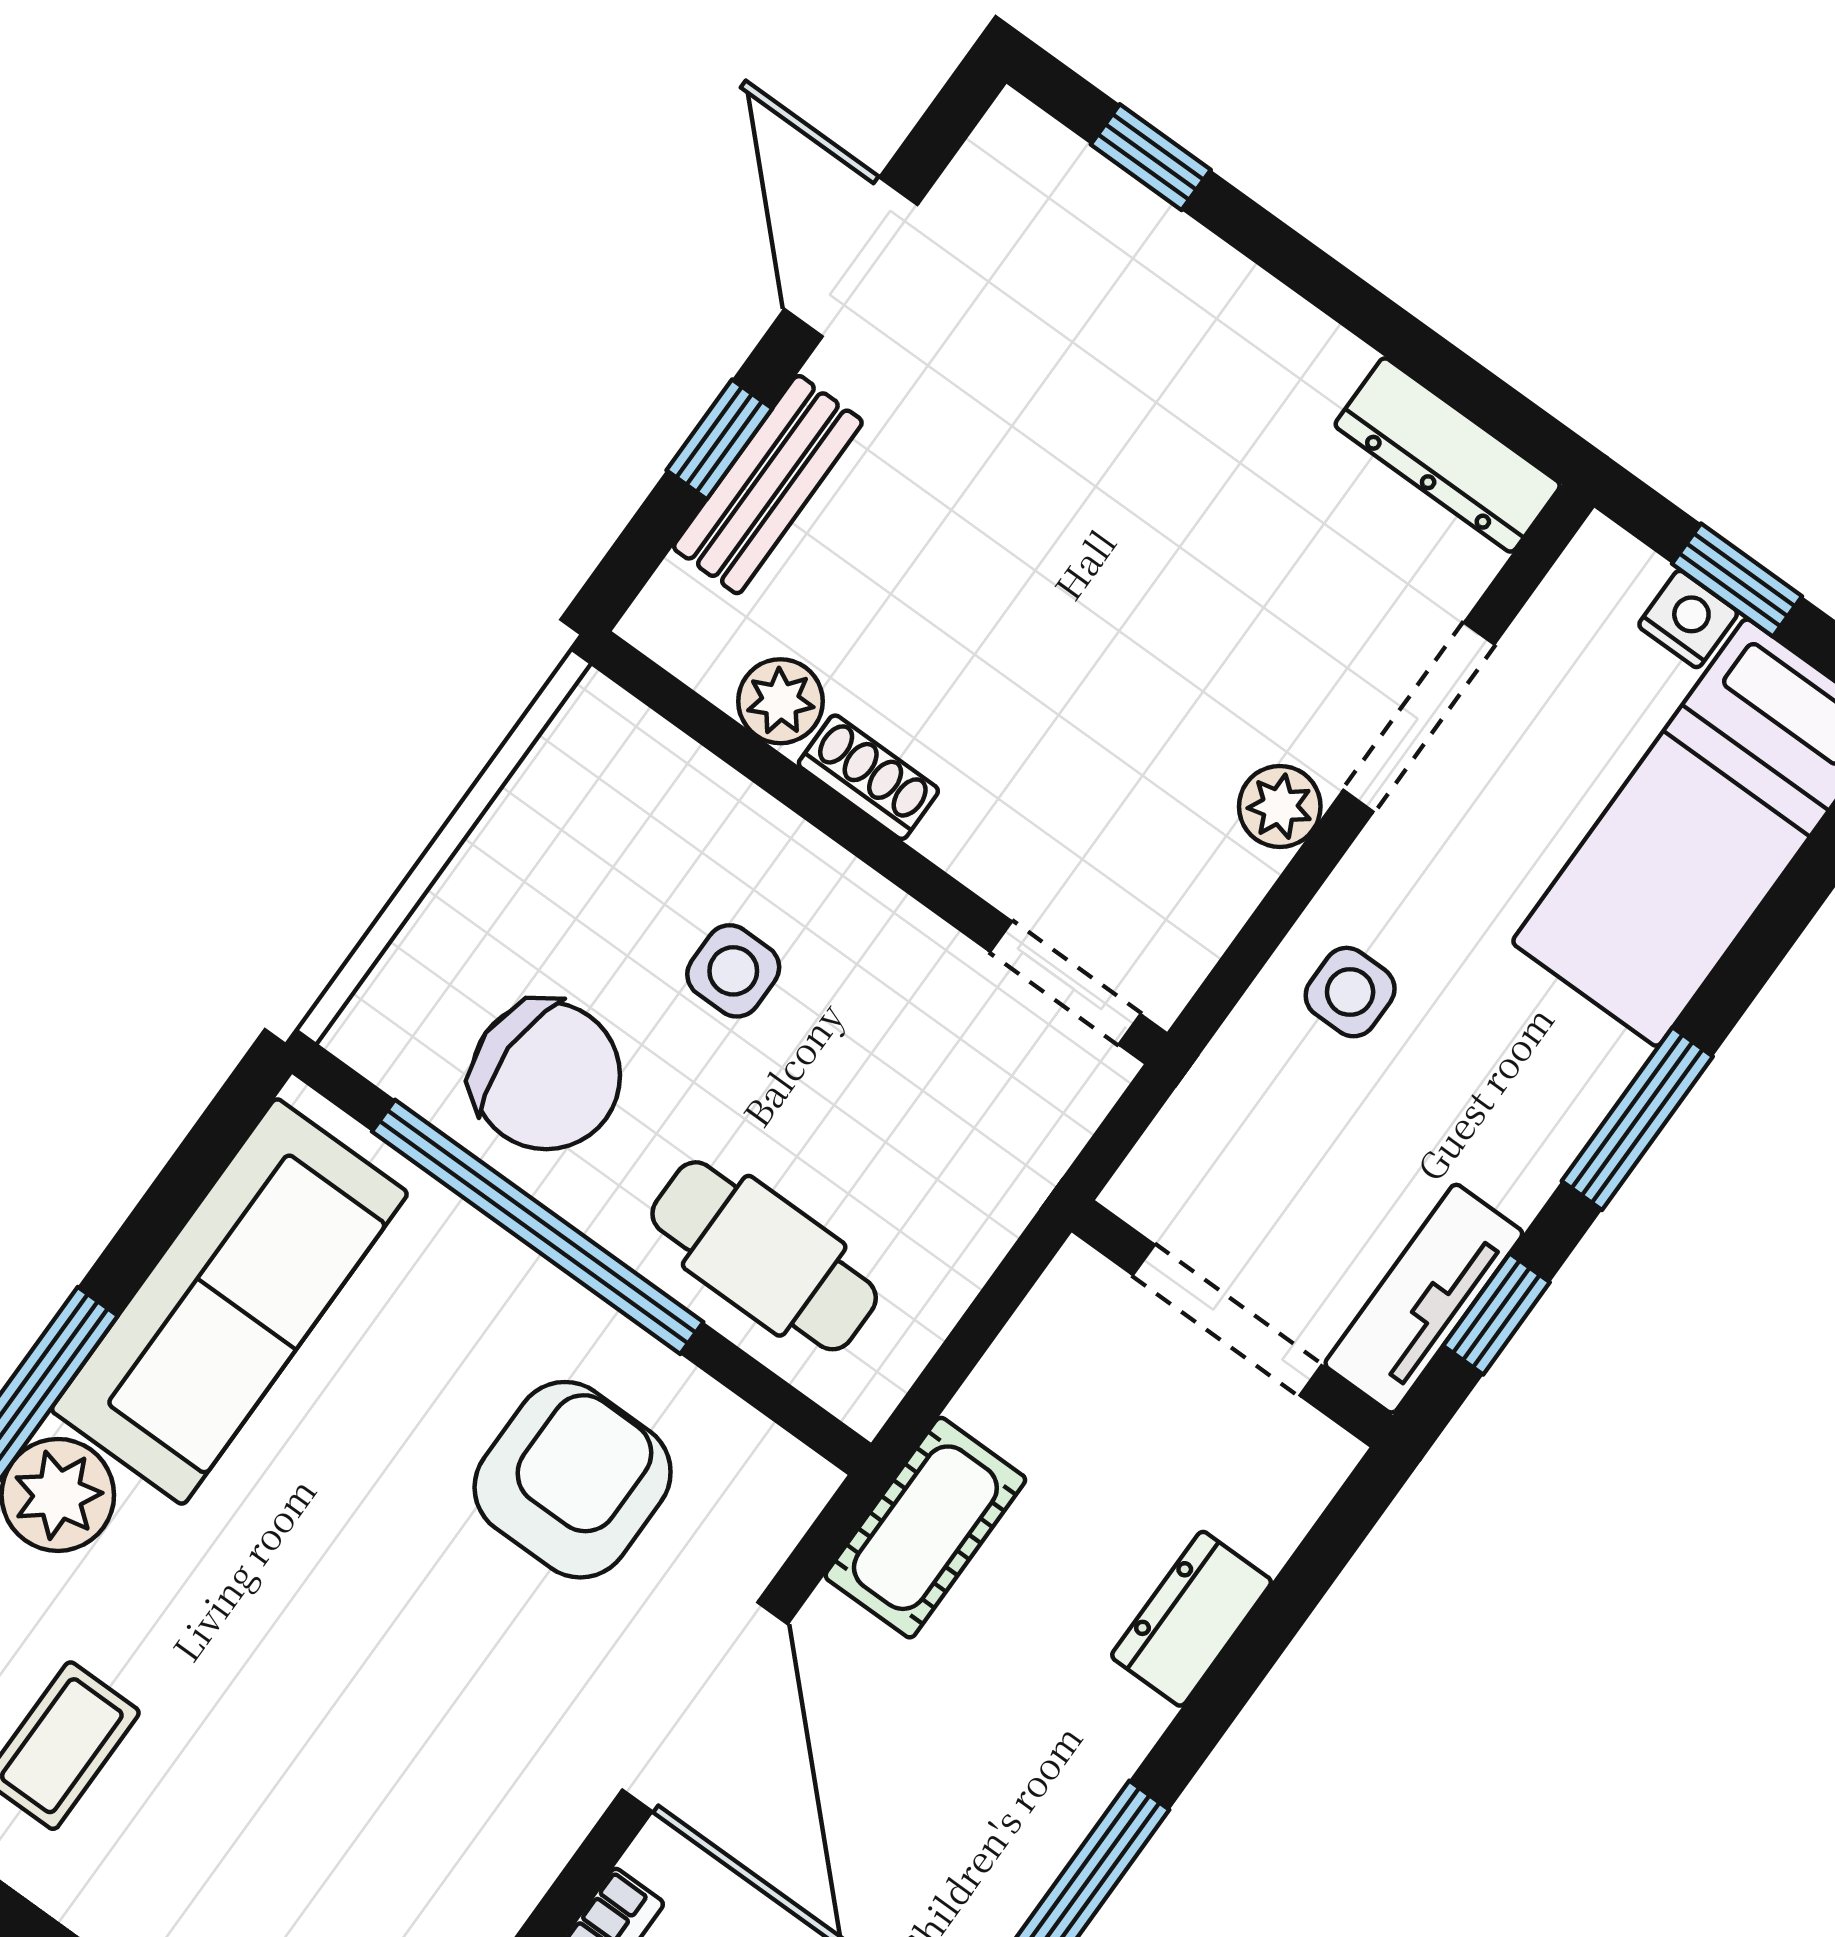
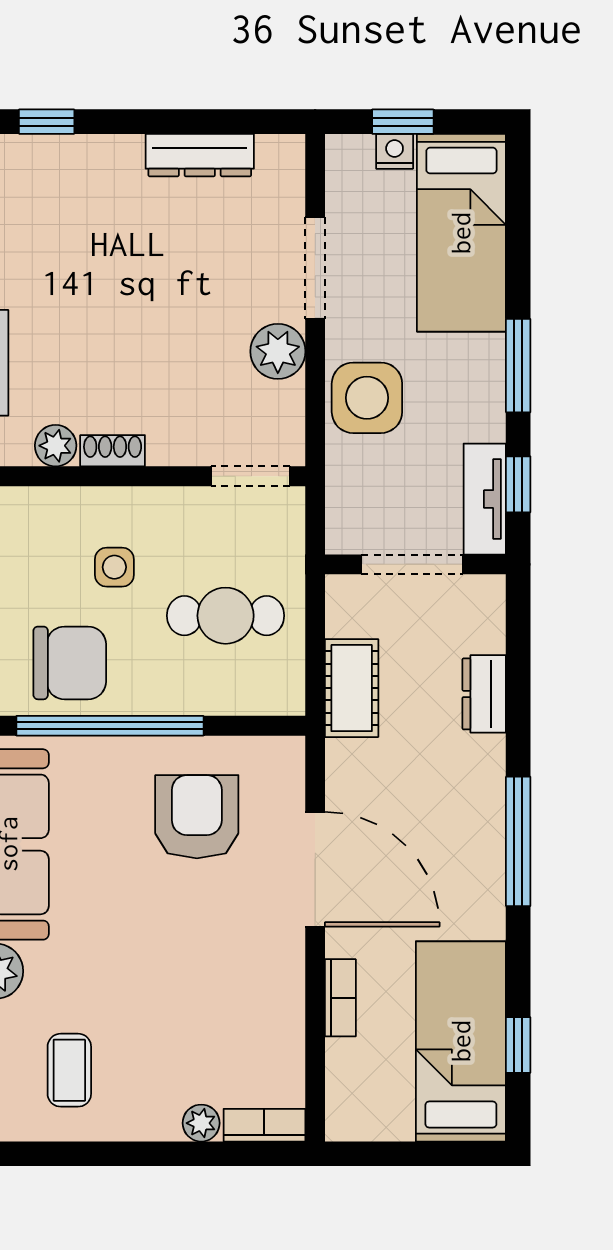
dresser: (1448, 455) -> (200, 155), moved
plant: (1280, 806) -> (278, 351), width x1.38, depth x1.38
side table: (1350, 992) -> (367, 398), width x1.87, depth x1.87
cafe table: (764, 1256) -> (226, 616), moved
cot: (925, 1528) -> (352, 688), moved

